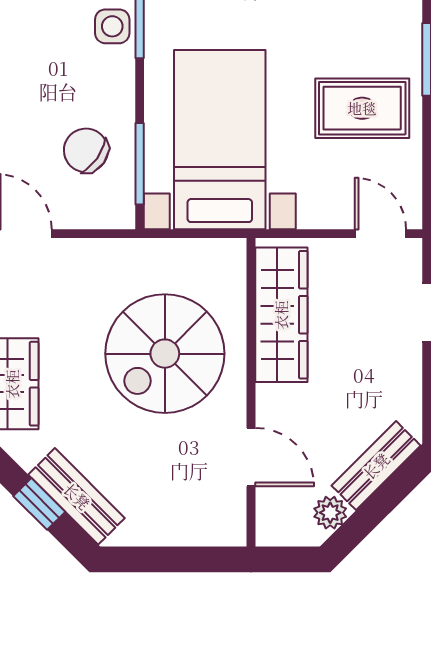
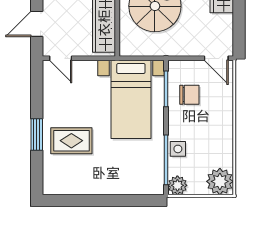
rug: (362, 108) -> (71, 141), moved
chair: (86, 150) -> (189, 95), turned -35

